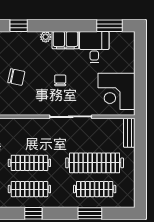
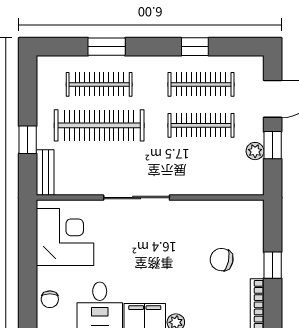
chair: (60, 80) -> (50, 299), moved
window: (140, 154) -> (28, 140), added

